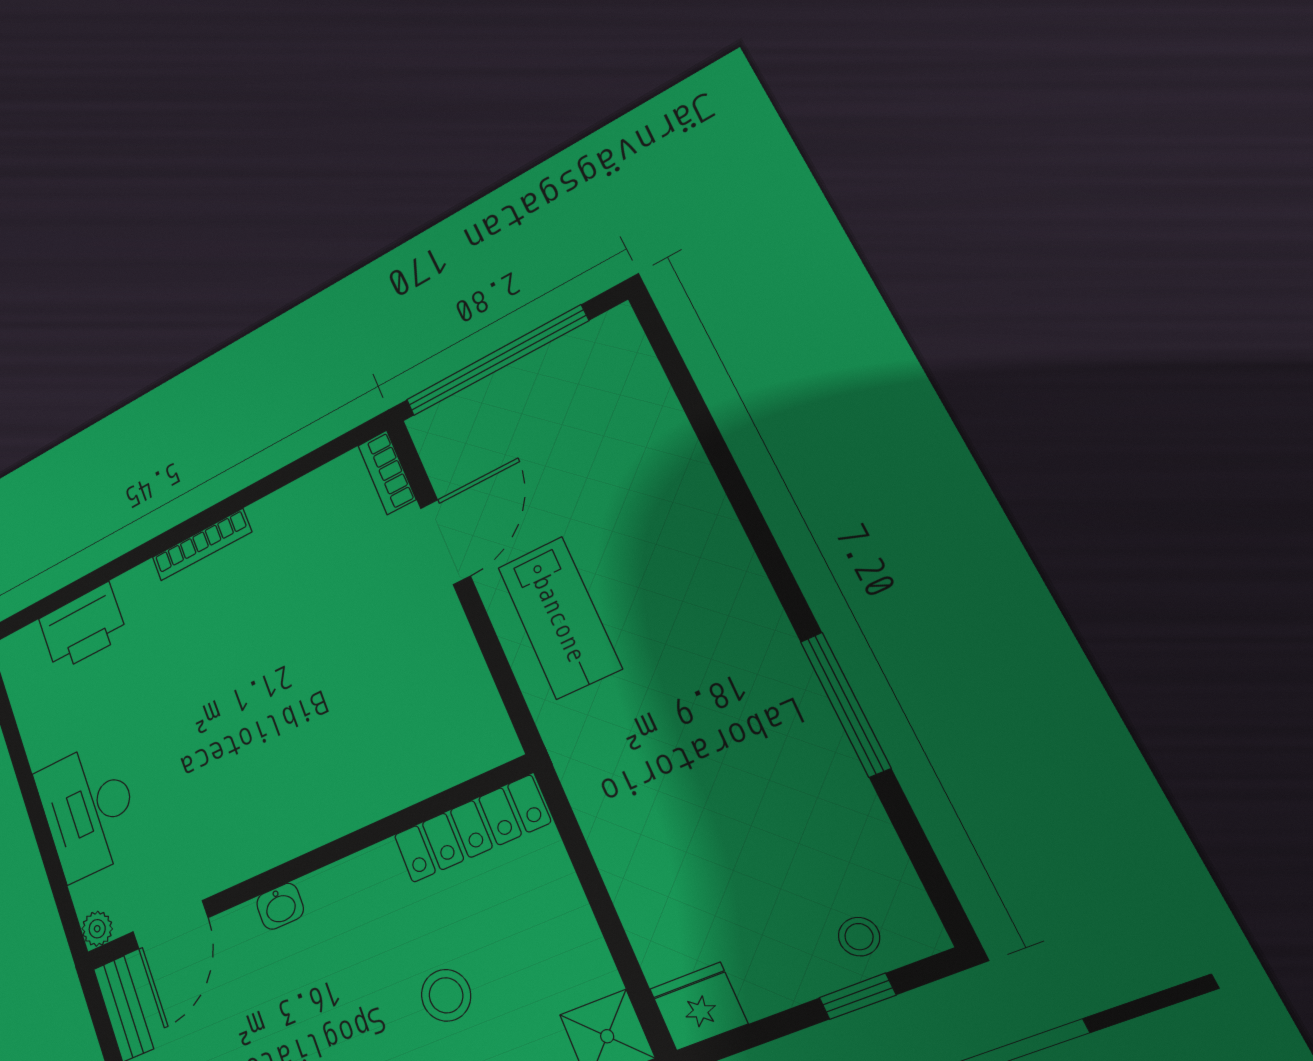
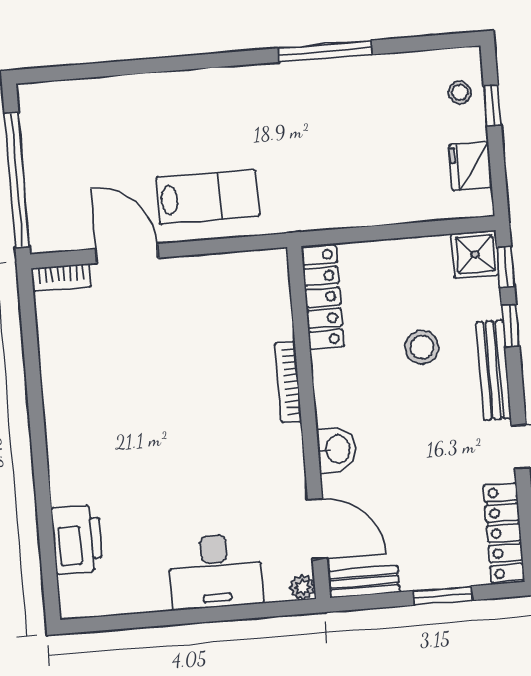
bookcase: (202, 545) -> (288, 382), moved, turned 180
washbasin: (280, 906) -> (337, 449), width x1.38, depth x1.45
fridge: (698, 1006) -> (471, 166), moved

